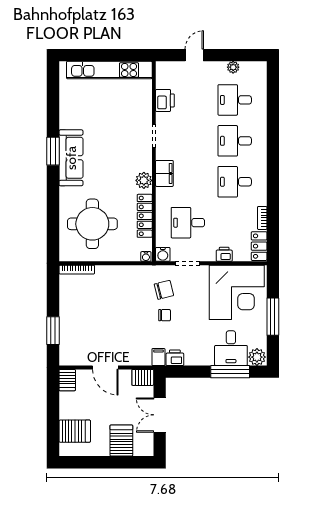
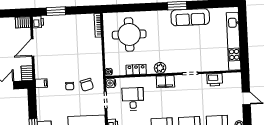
sofa: (71, 158) -> (190, 17), moved
locker: (145, 216) -> (136, 70), width x0.66
printer: (175, 358) -> (38, 22), moved

